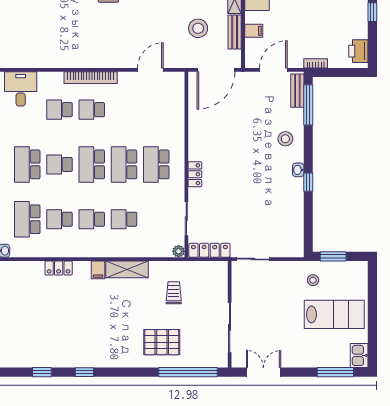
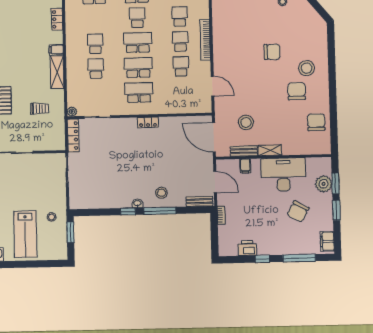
printer: (358, 51) -> (247, 248), moved
window: (308, 105) -> (160, 211), moved
locker: (195, 174) -> (148, 122), moved
school desk: (59, 219) -> (181, 66), moved

